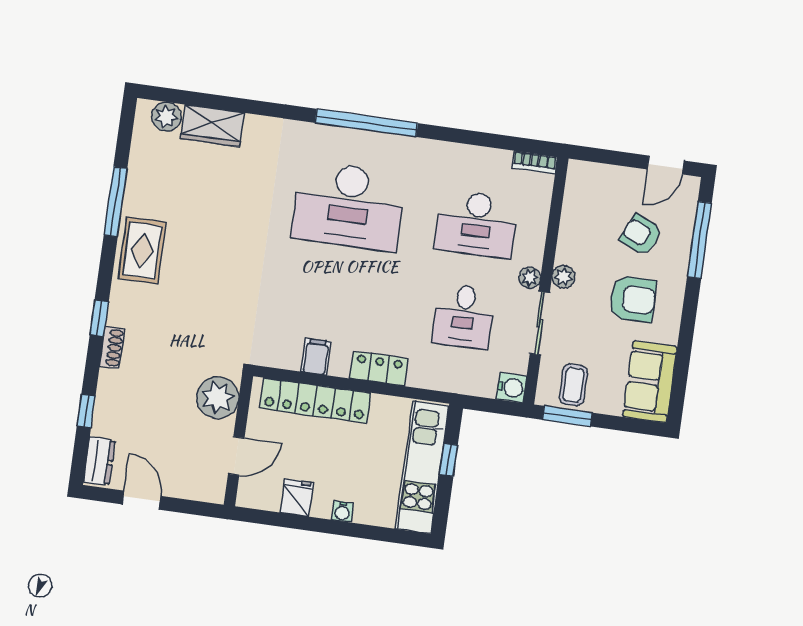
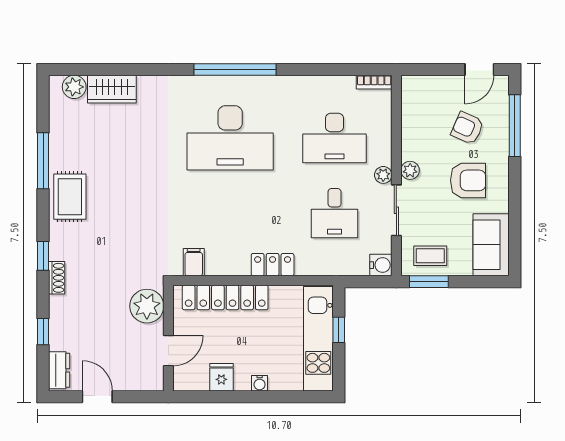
filing cabinet: (316, 357) -> (194, 262), moved
coffee table: (573, 385) -> (430, 256), turned 90

